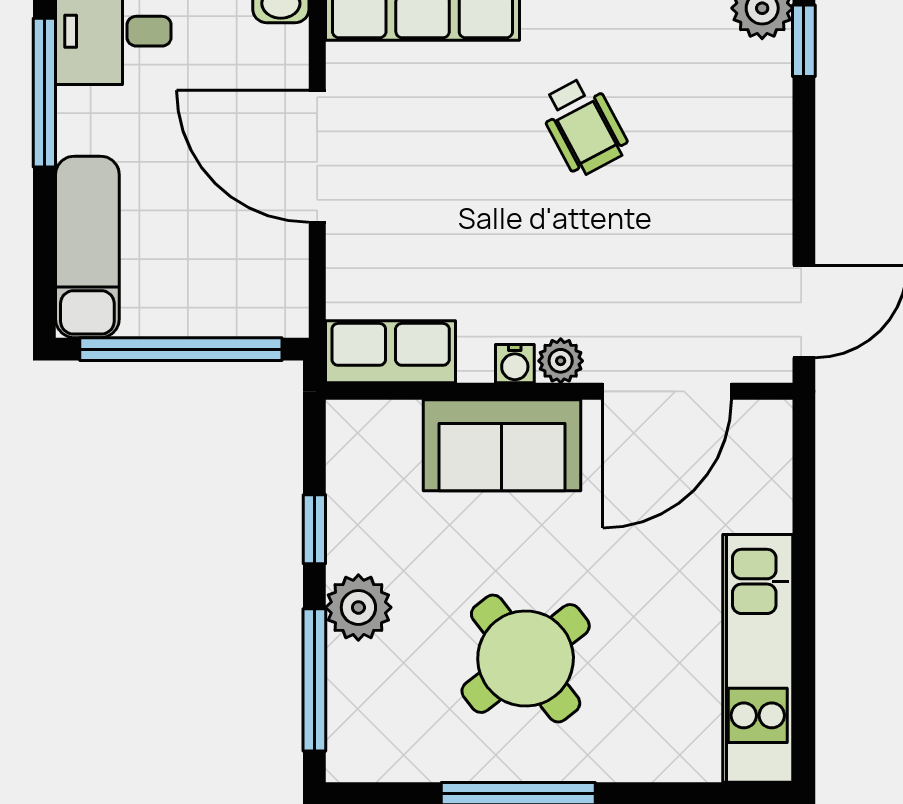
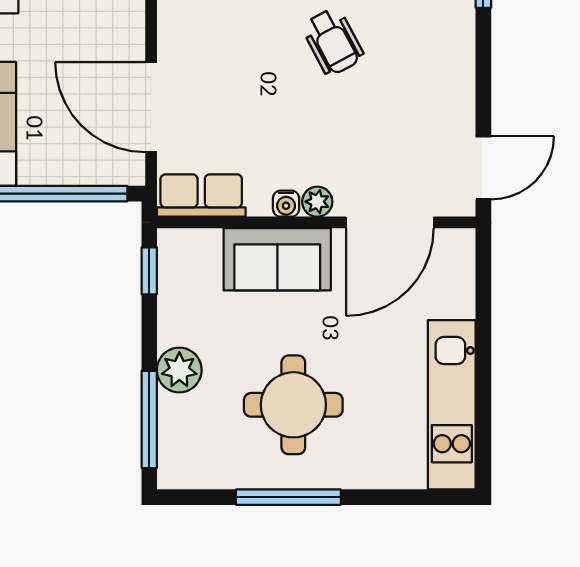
door: (317, 156) -> (151, 107), moved
window: (314, 529) -> (149, 271), moved
round table: (526, 658) -> (293, 405), turned 38

